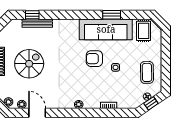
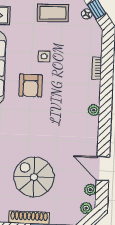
door: (37, 113) -> (103, 169), hinge flipped

